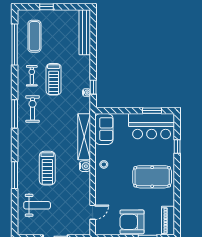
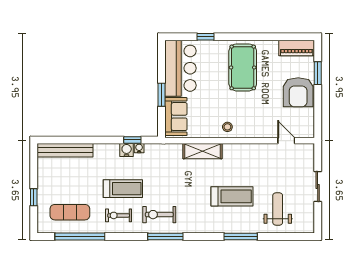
window: (152, 111) -> (161, 95), moved
sofa: (104, 129) -> (176, 117), moved, turned 90
shelving: (84, 137) -> (202, 151), width x0.68
water cooler: (85, 166) -> (127, 150), moved

